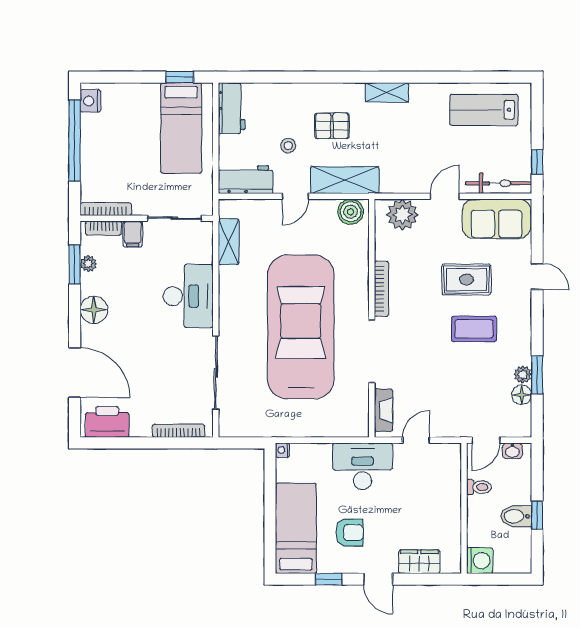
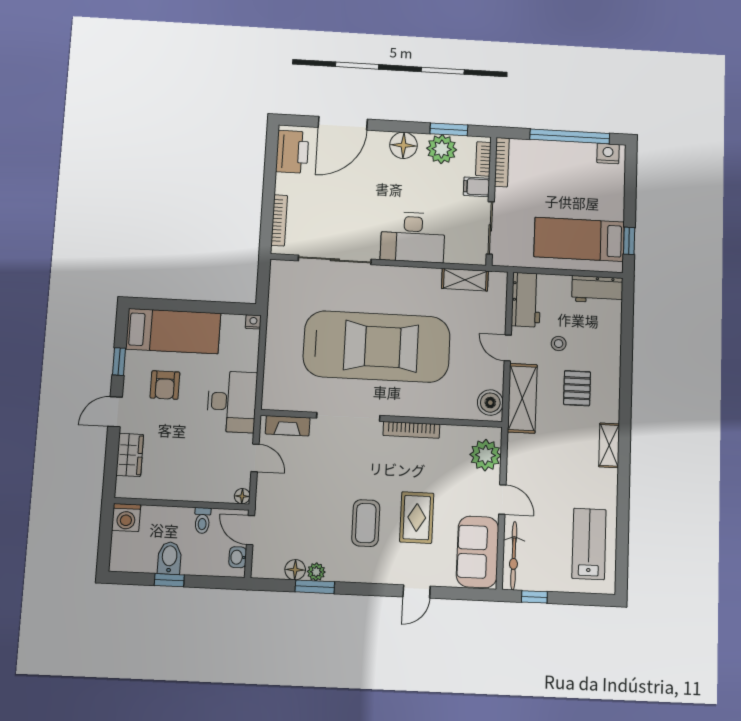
plant: (88, 264) -> (442, 149), width x1.87, depth x1.87
floor lamp: (454, 450) -> (242, 496), added

